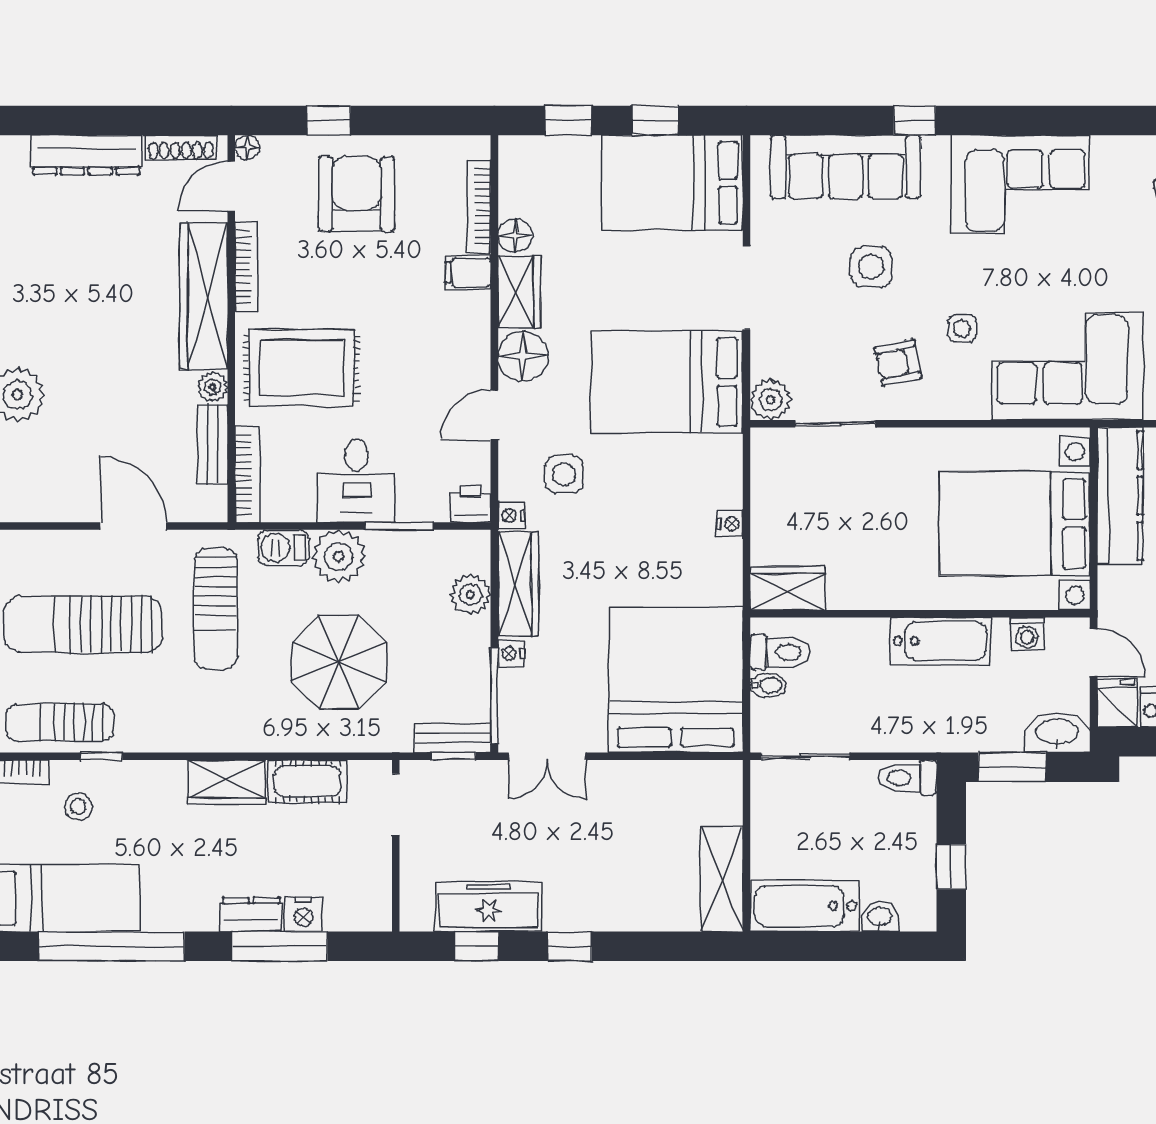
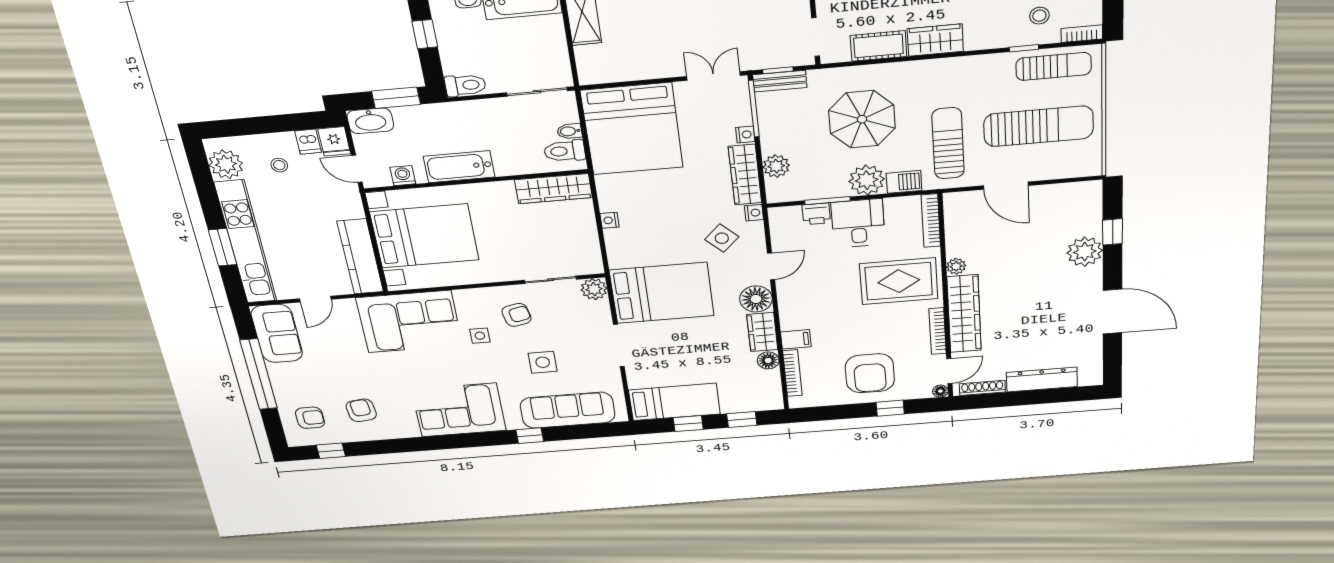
bed: (672, 183) -> (674, 402), width x0.67
bench: (213, 444) -> (955, 235), removed
side table: (564, 474) -> (722, 238), turned 45
printer: (471, 504) -> (816, 214), moved
wardrobe: (787, 588) -> (553, 189), width x1.50

